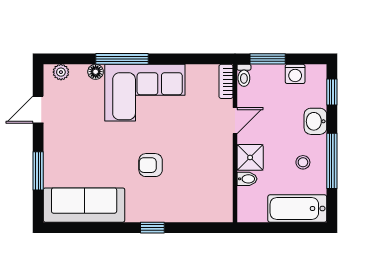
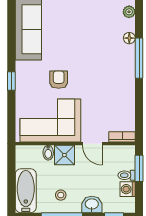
toilet: (244, 75) -> (127, 175), moved
corner sofa: (145, 93) -> (50, 120), moved, turned 90

